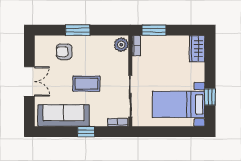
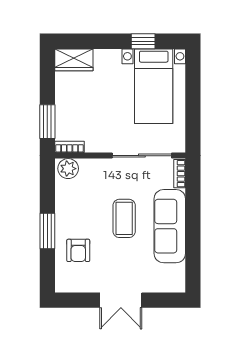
double door: (29, 81) -> (121, 300), swing flipped
sofa: (64, 116) -> (170, 226), moved
window: (86, 132) -> (193, 219), removed

